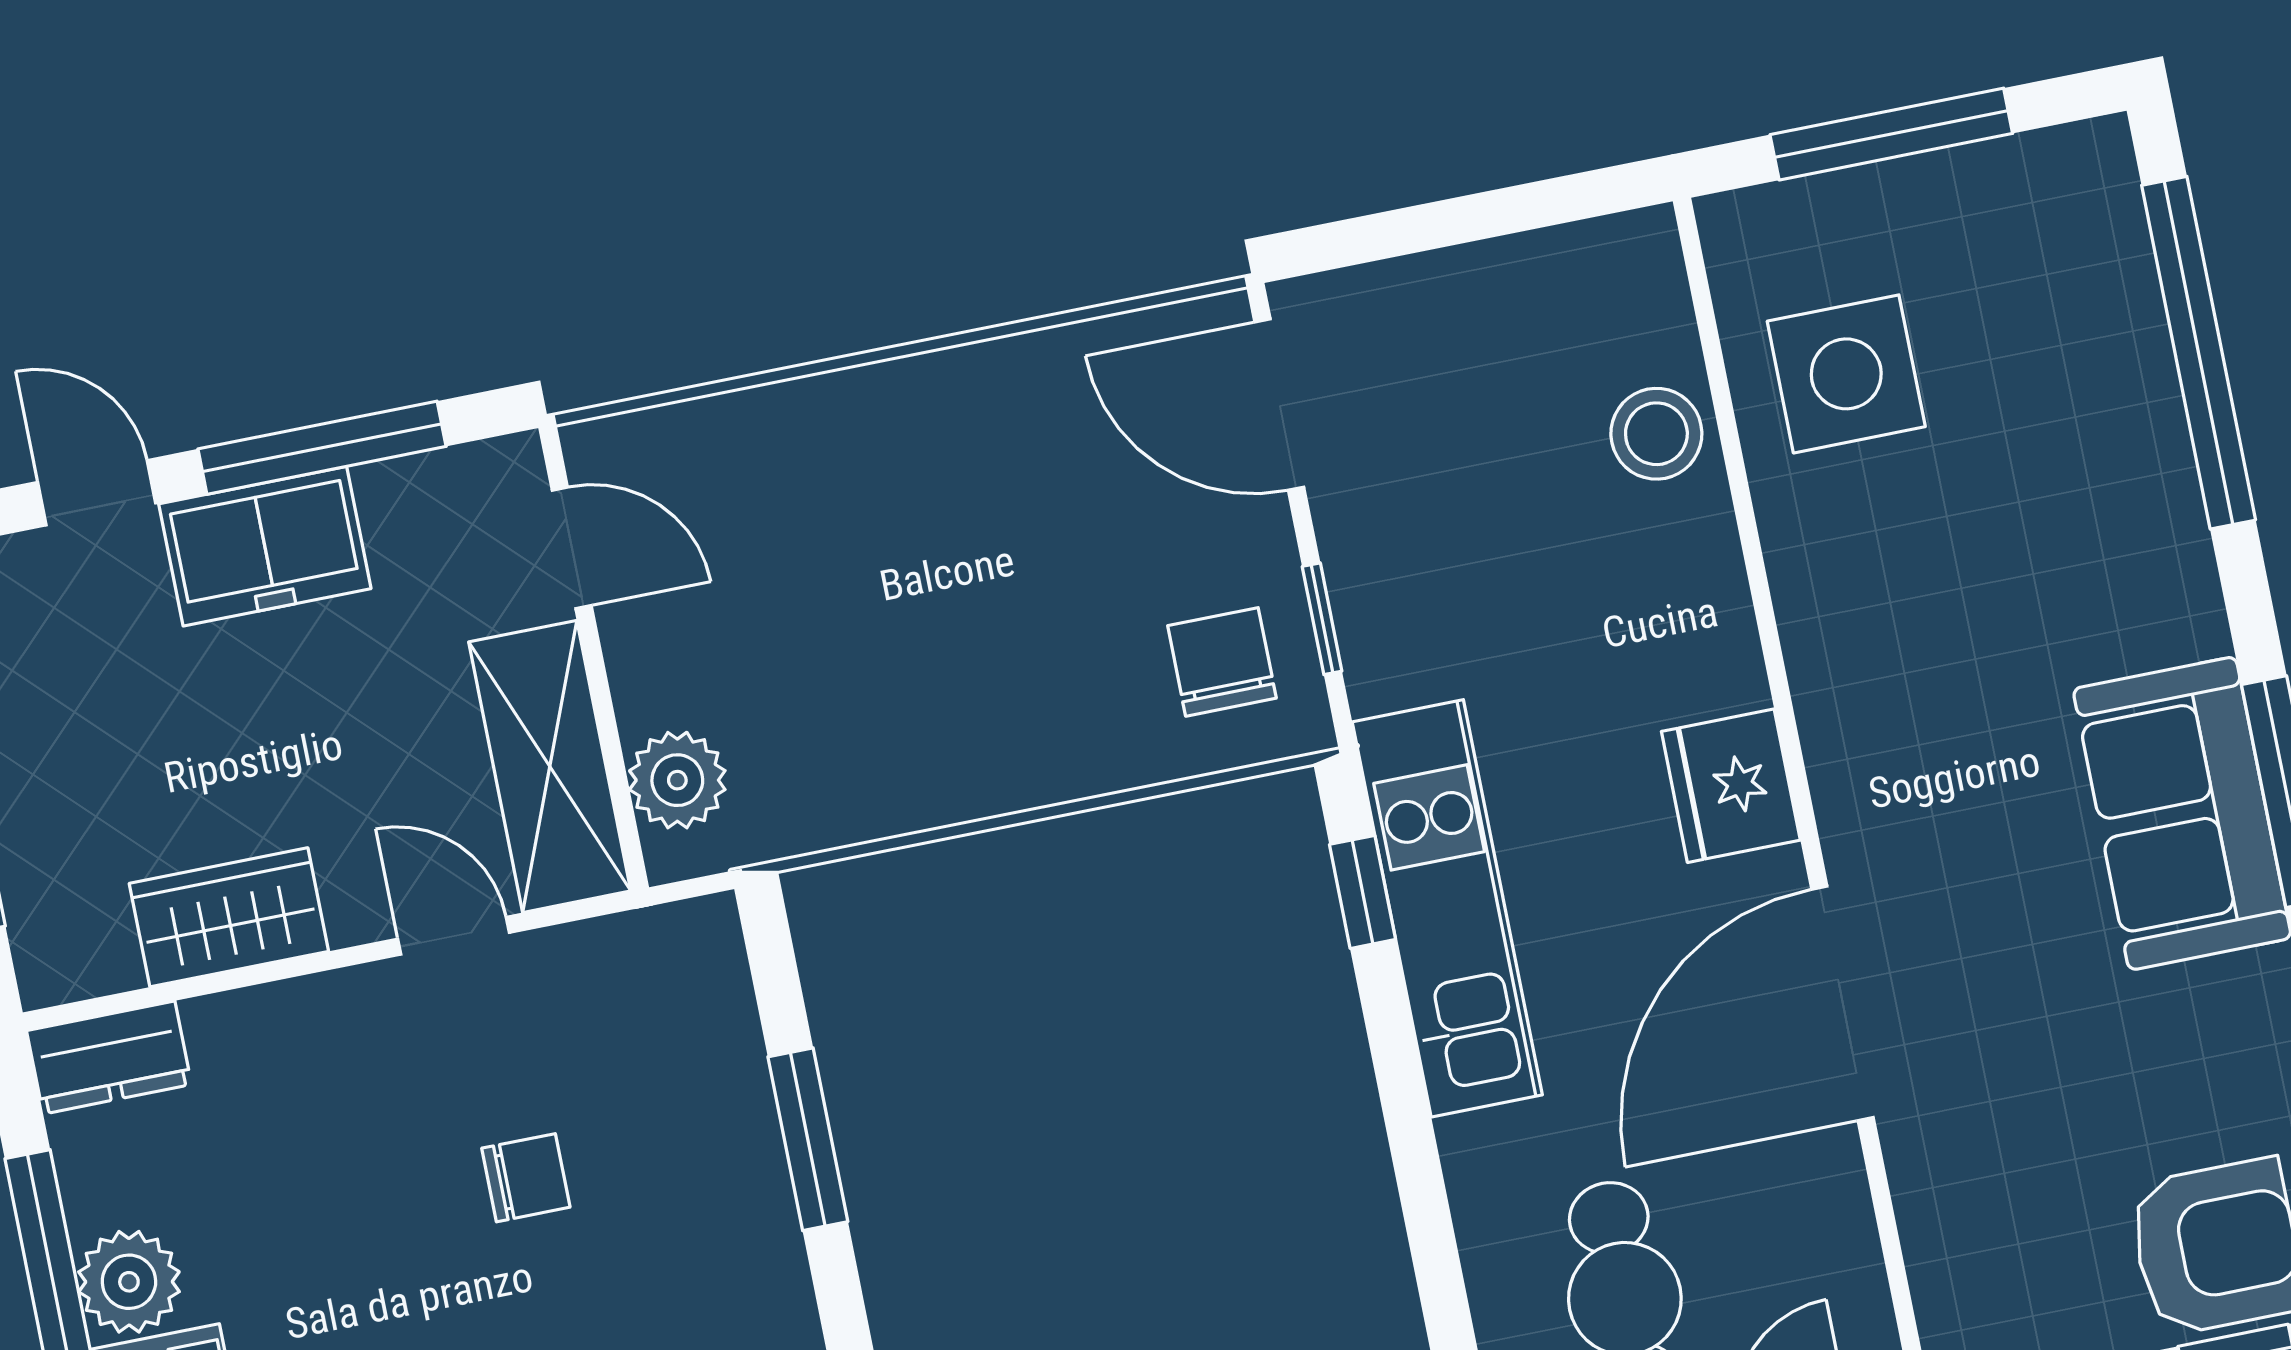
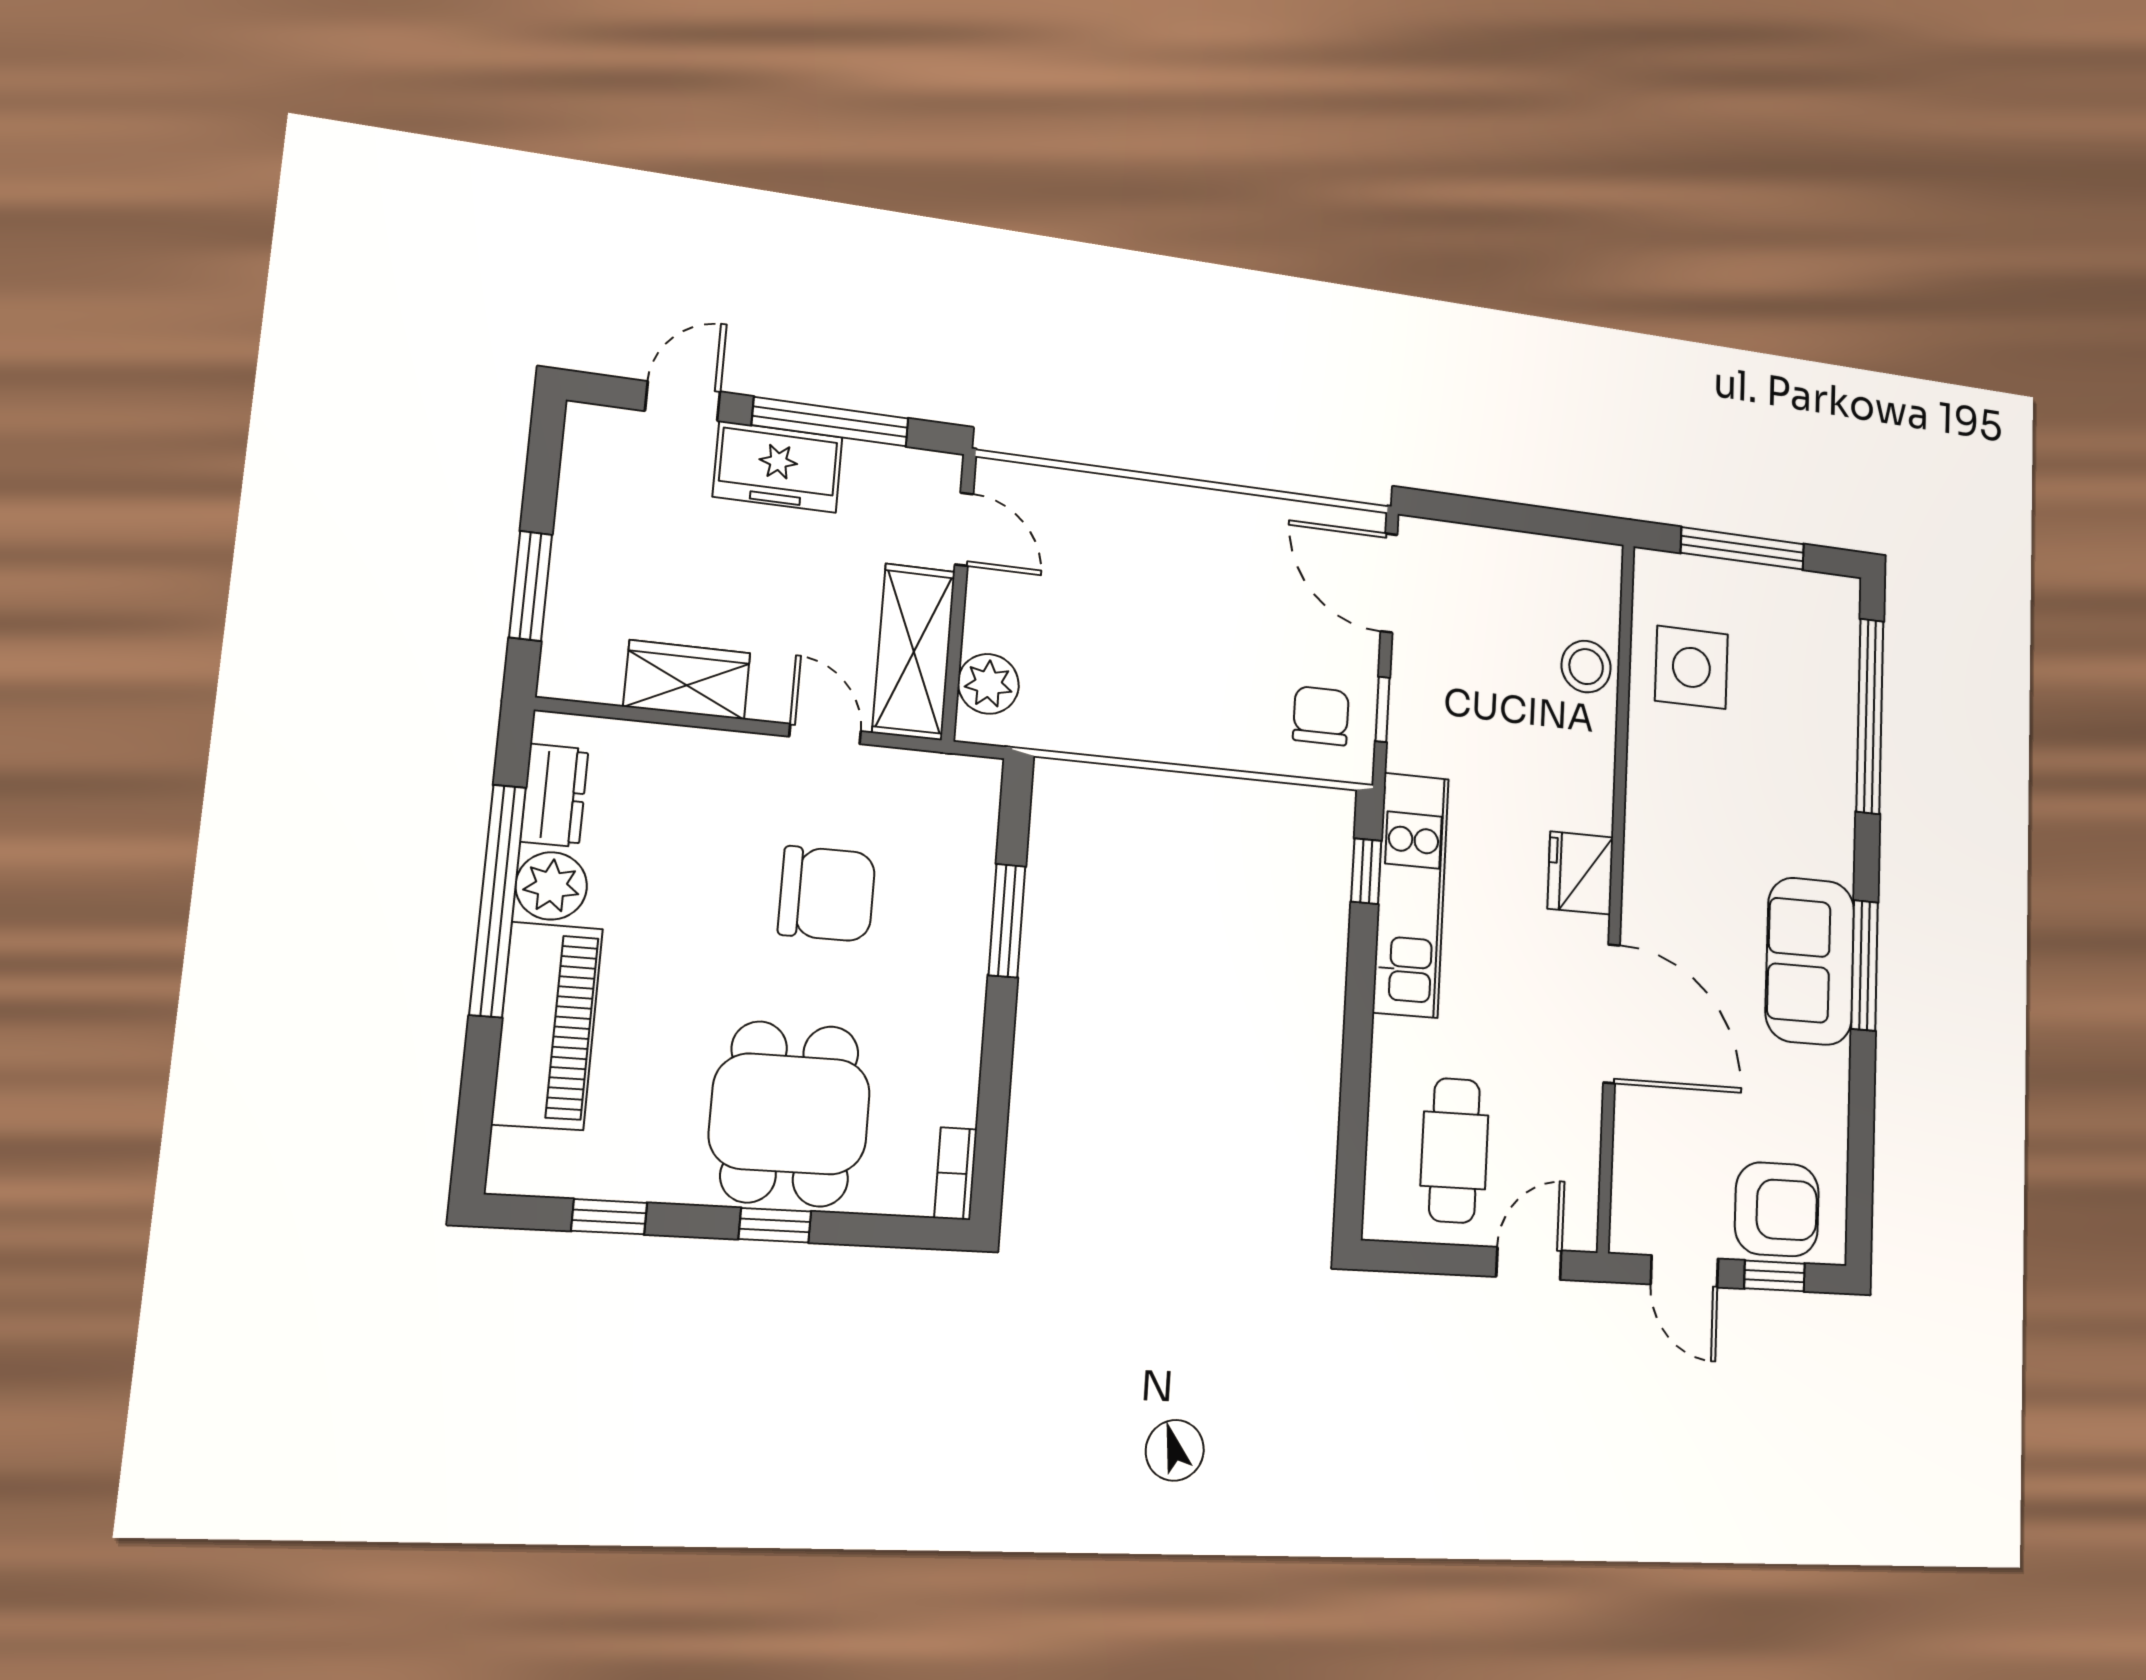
door: (97, 493) -> (683, 401), hinge flipped
door: (1842, 1003) -> (1612, 1014), swing flipped
dresser: (109, 1058) -> (554, 795), moved, turned -90
chair: (526, 1178) -> (827, 894), width x1.87, depth x1.87

